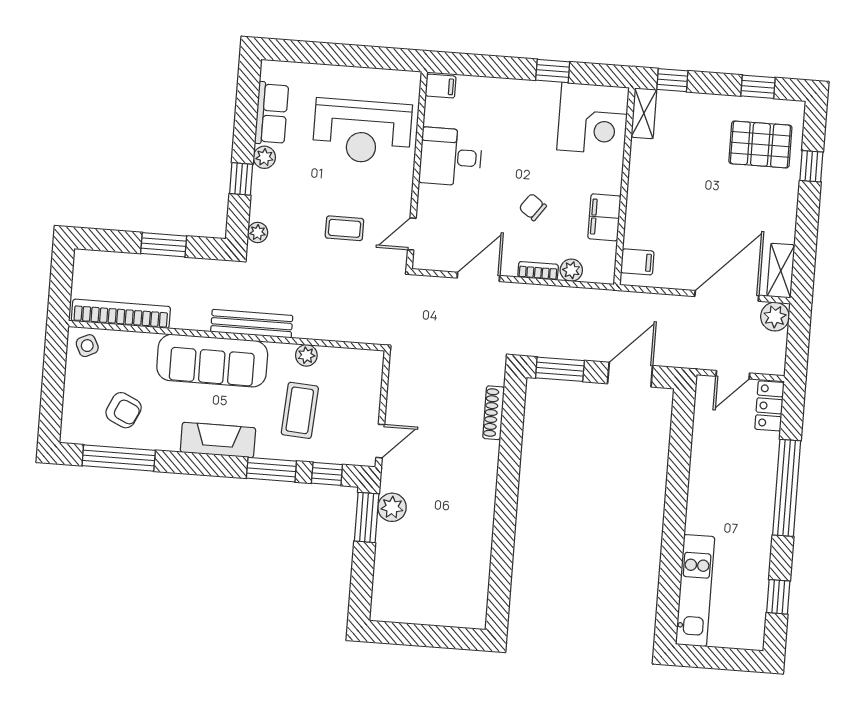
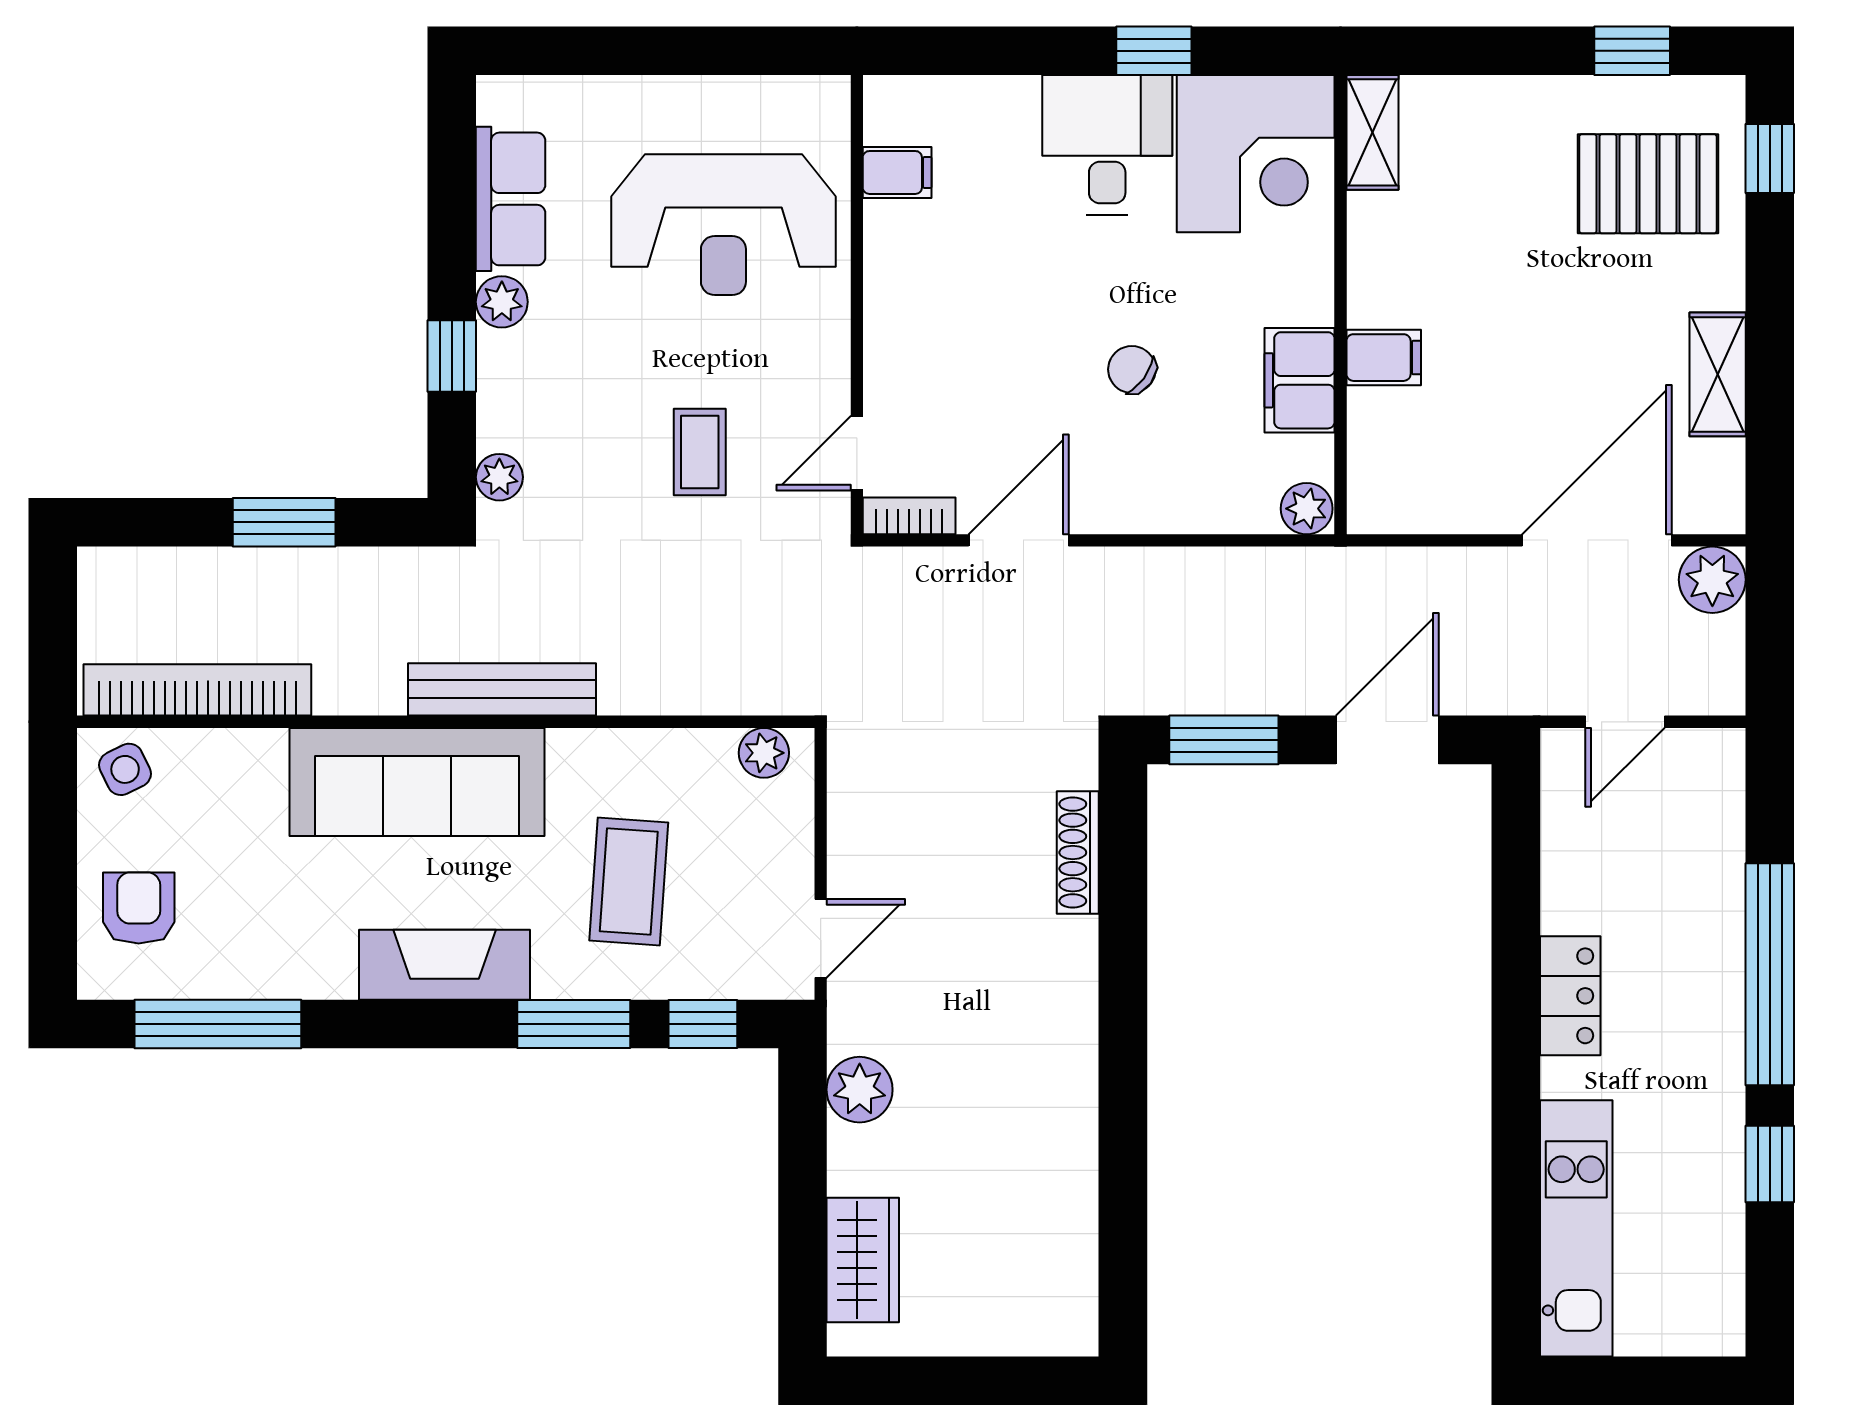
window: (672, 80) -> (1433, 51), removed
filing cabinet: (441, 86) -> (897, 172), moved
desk: (451, 157) -> (1107, 145), moved, turned 90
window: (811, 166) -> (1770, 159), moved
coffee table: (344, 228) -> (700, 452), turned 90
filing cabinet: (637, 262) -> (1384, 358), moved
plant: (571, 270) -> (1307, 509), moved
bookcase: (538, 271) -> (909, 516), moved
shelving: (781, 271) -> (1718, 374), moved
plant: (306, 355) -> (764, 753), moved
locker: (769, 406) -> (1570, 996), moved, turned 180
armchair: (124, 410) -> (139, 908), moved, turned -115
window: (367, 517) -> (802, 1118), removed
wardrobe: (388, 581) -> (863, 1260), added
window: (778, 597) -> (1770, 1164), moved

